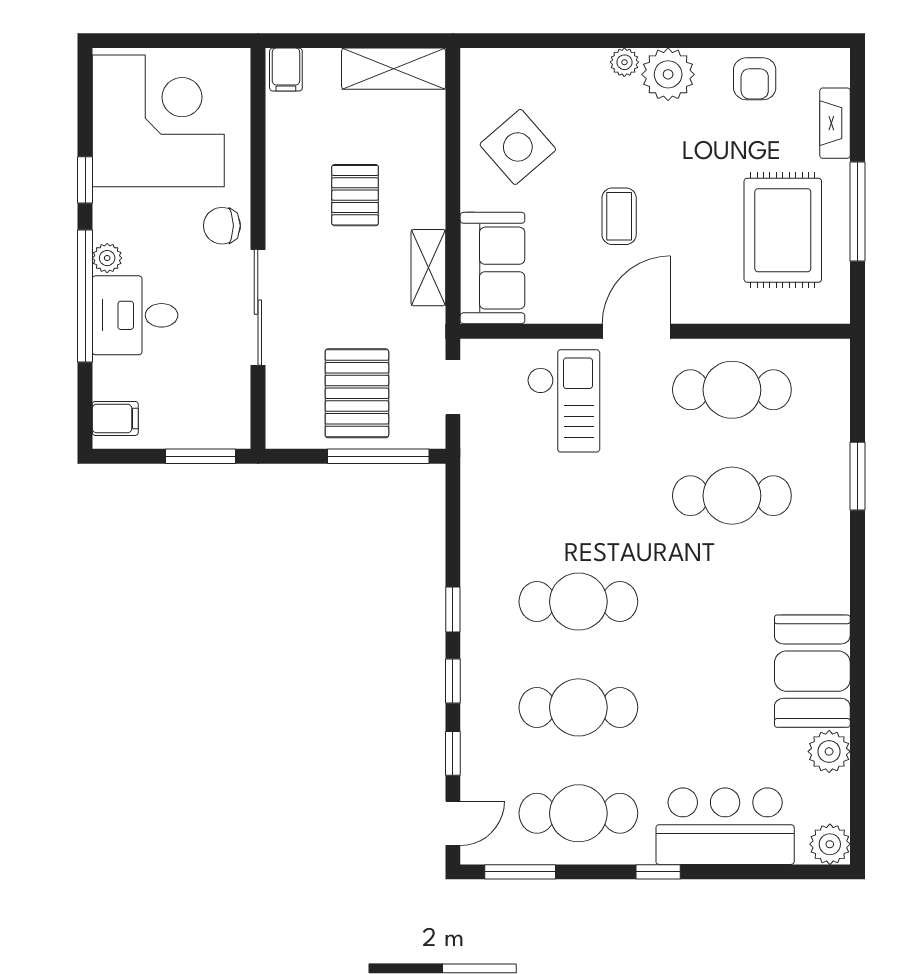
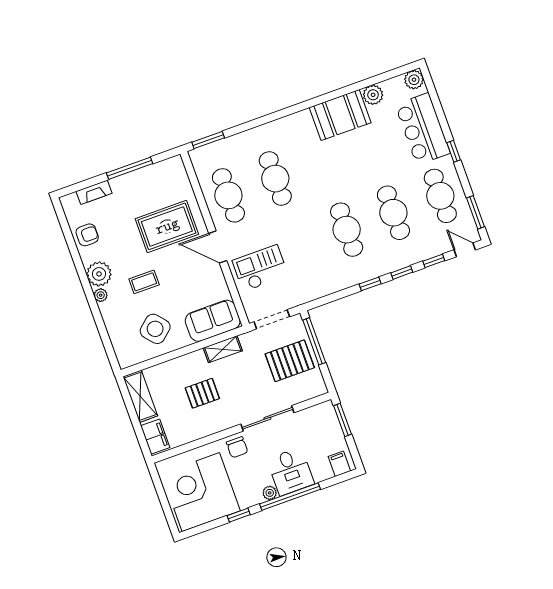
filing cabinet: (286, 70) -> (155, 437), width x2.00
coffee table: (619, 216) -> (144, 282), moved
rug: (783, 230) -> (167, 226), moved
doorway: (453, 387) -> (272, 319), width x1.38
window: (857, 476) -> (208, 140), moved

